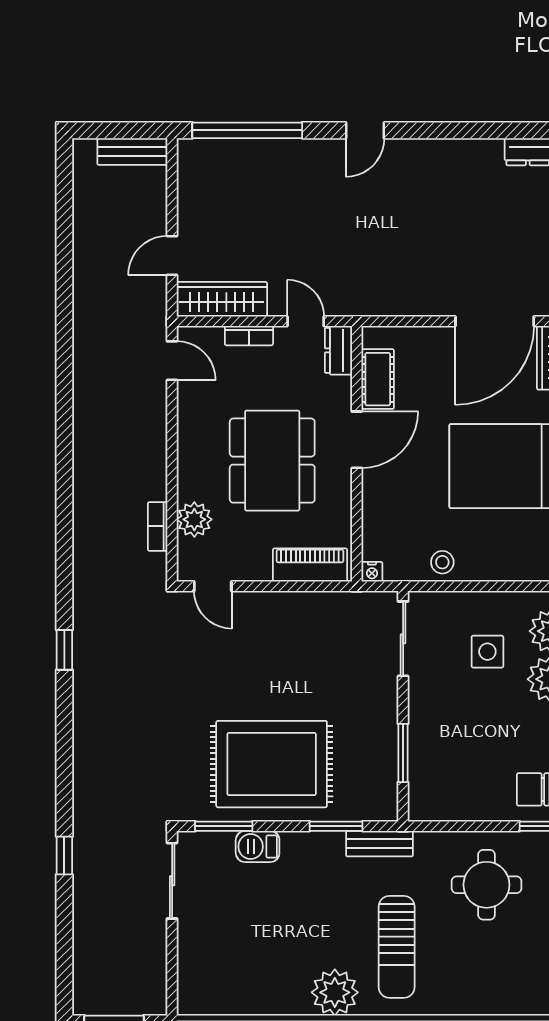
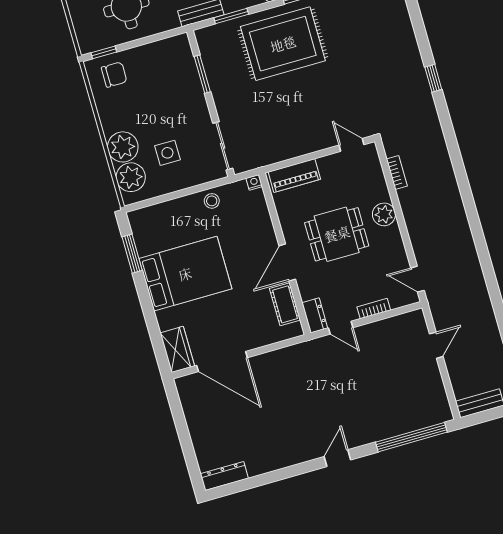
wardrobe: (222, 299) -> (397, 327), removed
door: (495, 321) -> (222, 361), swing flipped
dining table: (272, 461) -> (337, 234), width x0.73
plant: (194, 519) -> (384, 214), moved

